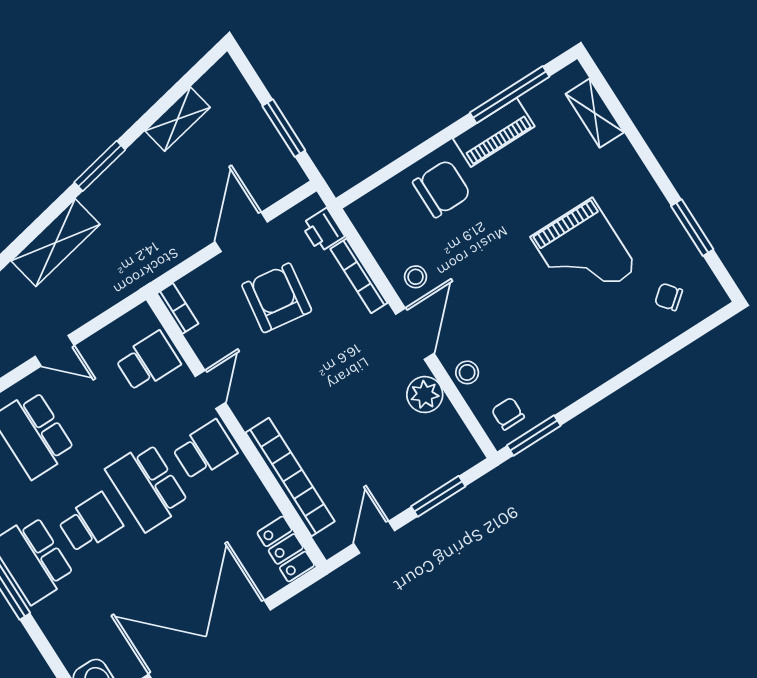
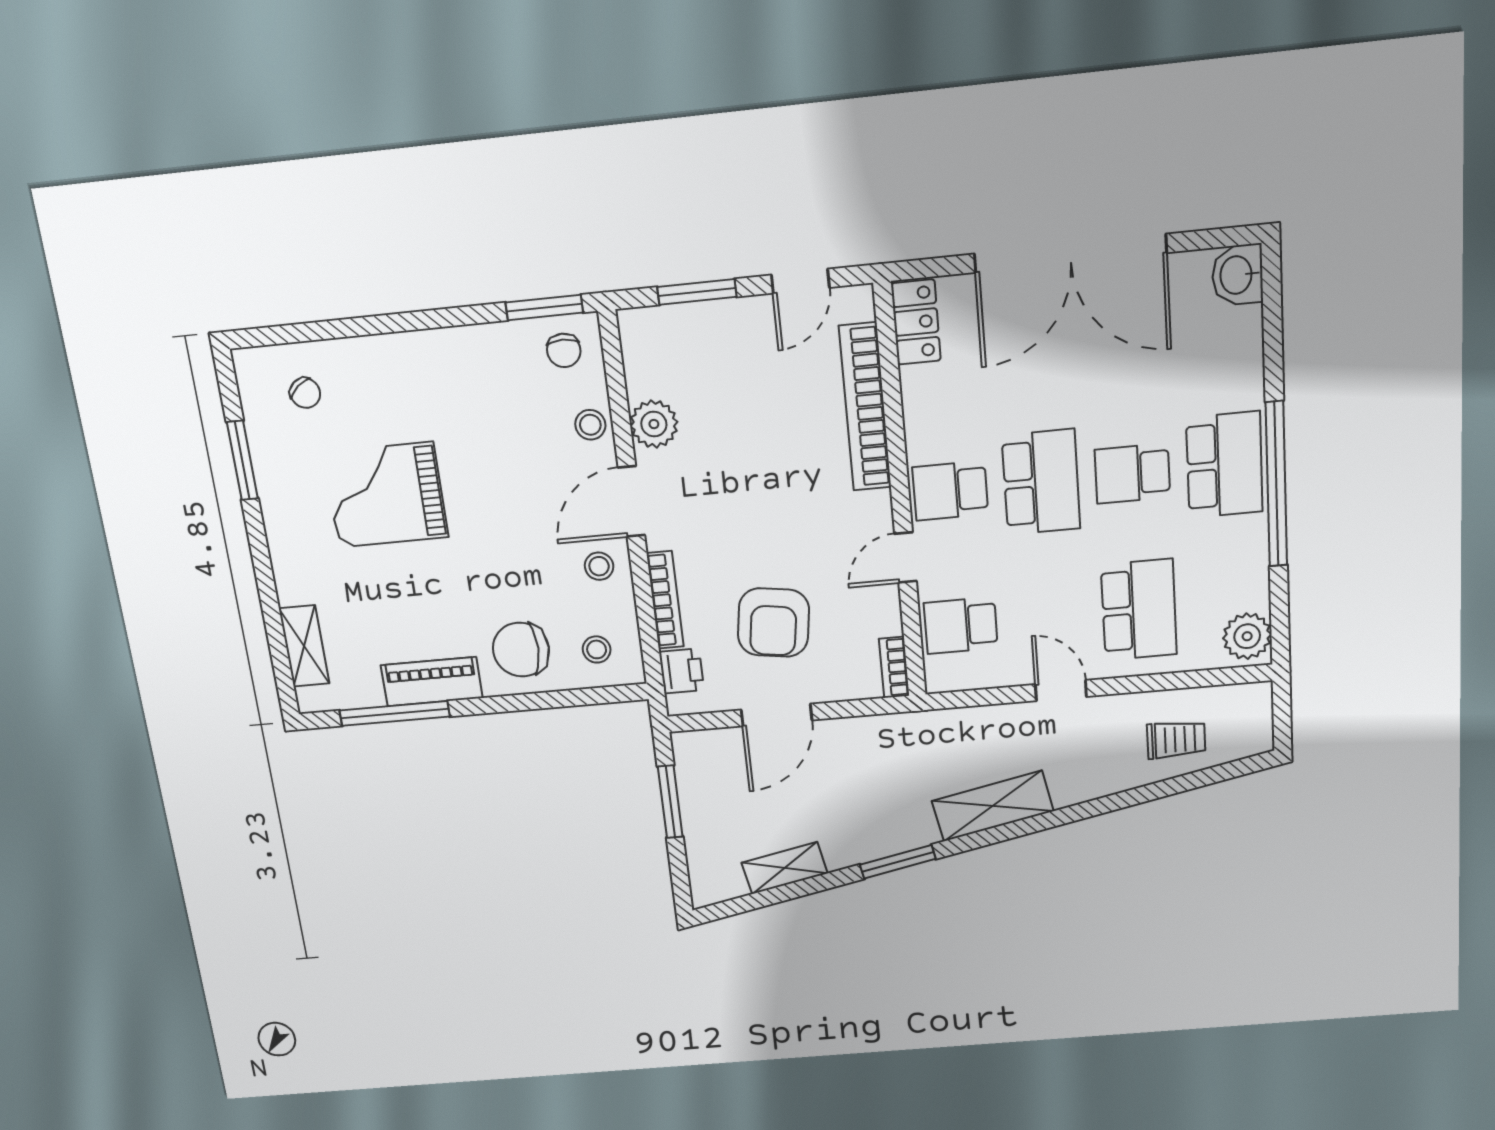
stool: (389, 216) -> (597, 650), added
grand piano: (584, 253) -> (386, 495), turned -90

